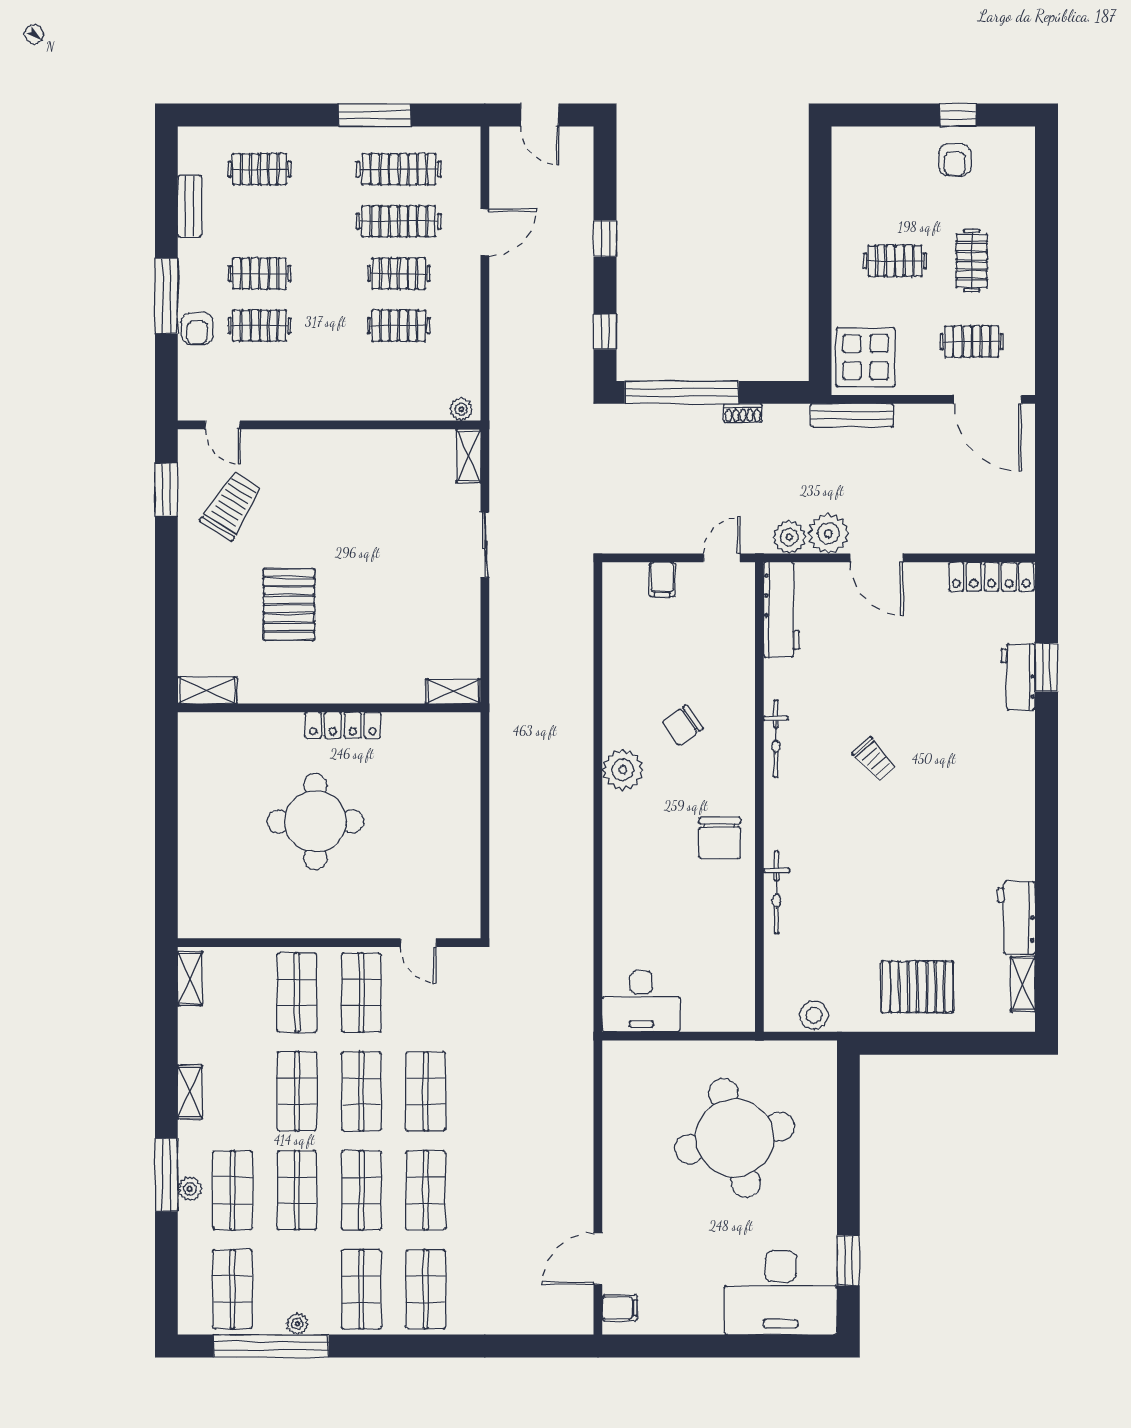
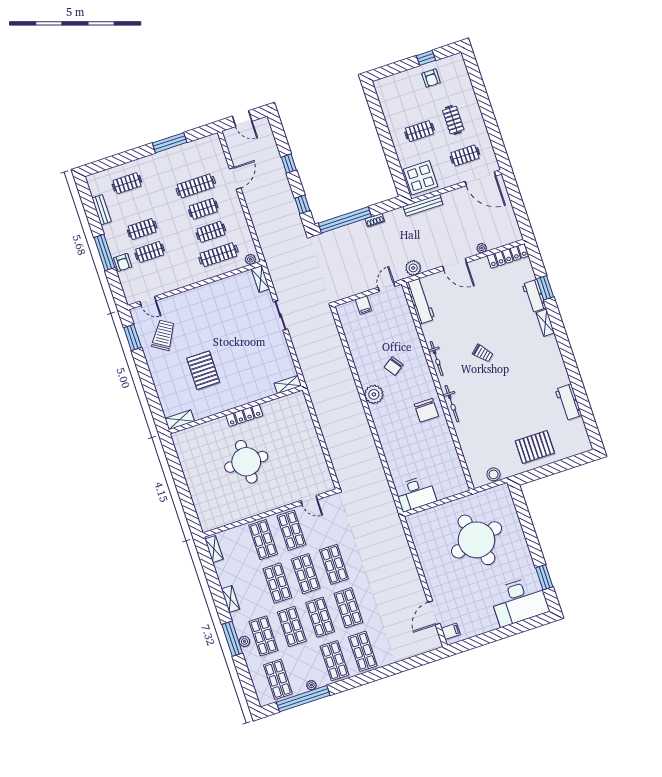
clothes rail: (399, 169) -> (218, 255), moved
plant: (828, 533) -> (482, 248), moved, width x0.53, depth x0.53
bicycle: (777, 892) -> (452, 404), moved
shelving: (1023, 984) -> (545, 323), moved

